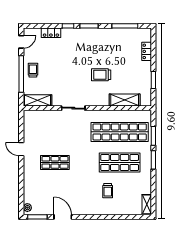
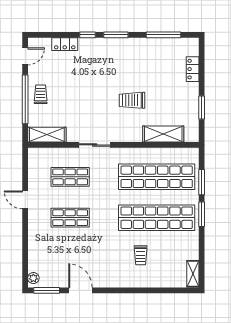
shop shelf: (55, 132) -> (70, 177), added
shop shelf: (120, 162) -> (157, 218), width x1.40

